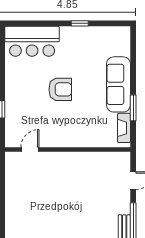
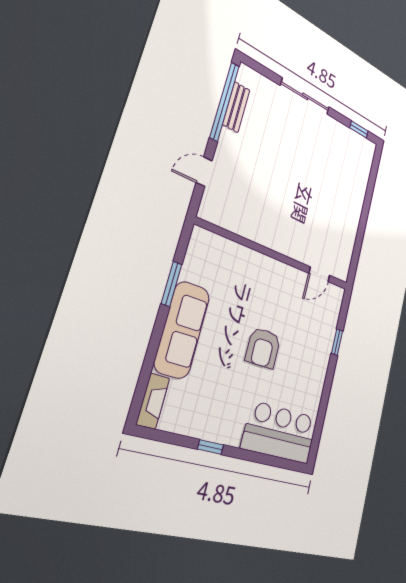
armchair: (60, 89) -> (263, 348), turned -90
fireplace: (124, 128) -> (153, 401), moved

